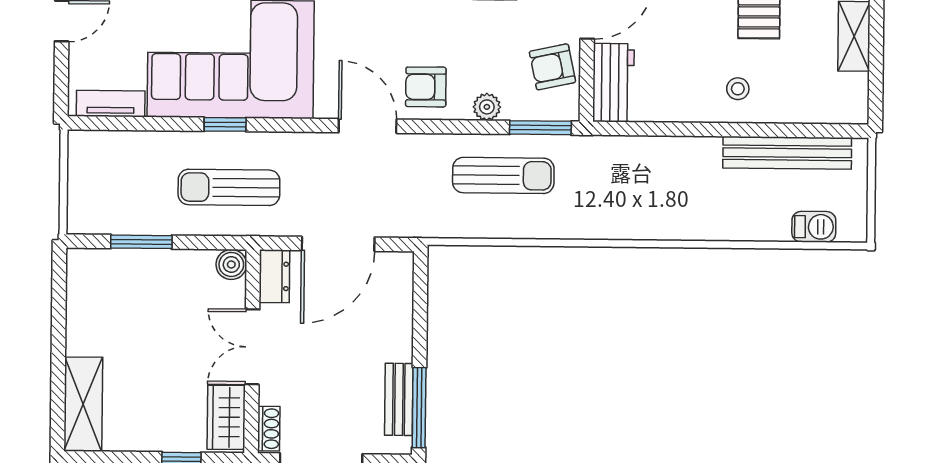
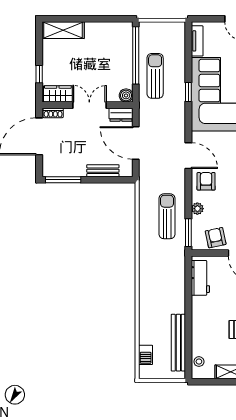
workbench: (614, 83) -> (200, 278), moved, turned -90
stool: (738, 89) -> (199, 362), moved
door: (368, 126) -> (188, 156), hinge flipped
sun lounger: (503, 175) -> (167, 216), turned 180
sun lounger: (229, 187) -> (155, 76), moved
window: (141, 242) -> (136, 55), width x2.11
bench: (399, 399) -> (103, 171), moved

